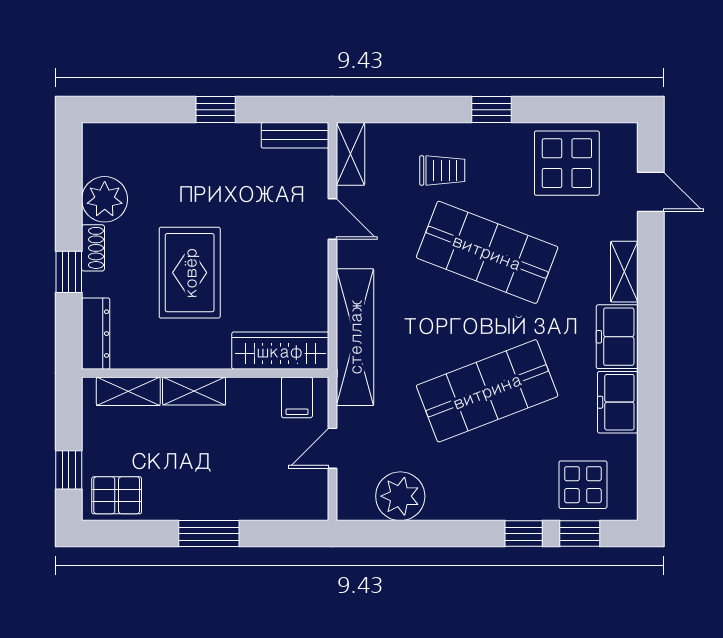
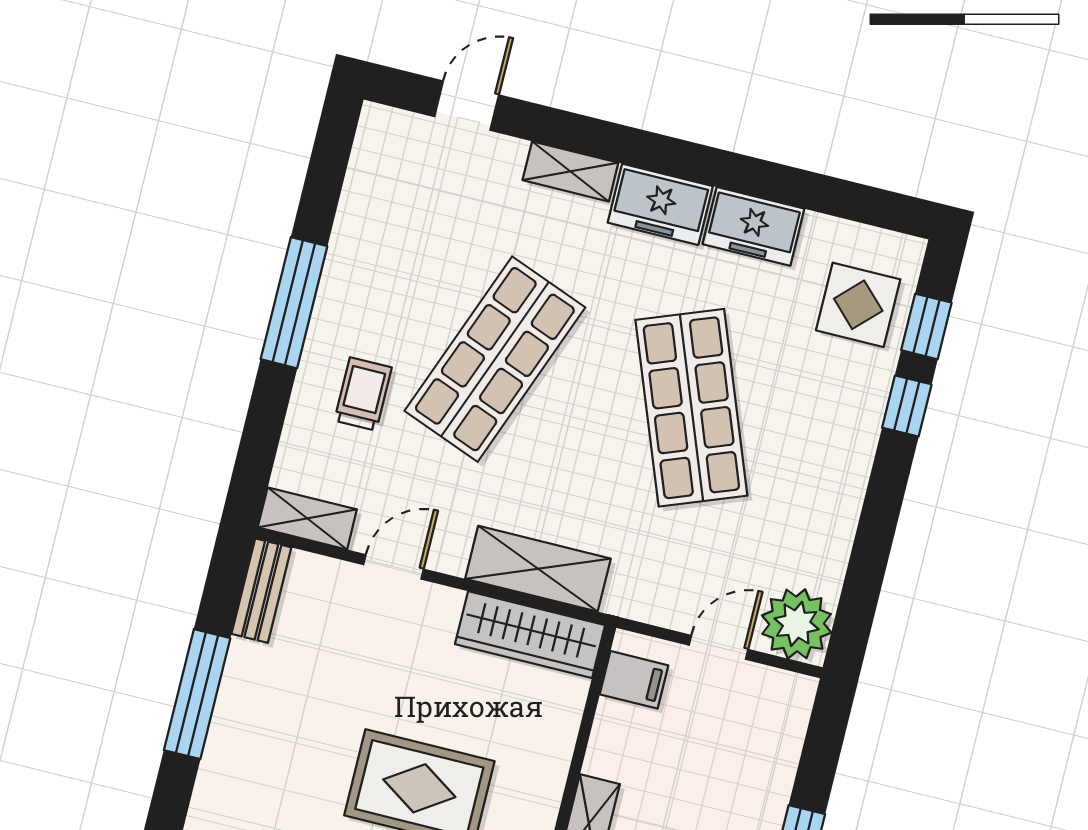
window: (216, 110) -> (197, 694), width x2.17
window: (492, 110) -> (294, 303), width x2.17
display table: (567, 163) -> (396, 215), removed
shelving: (355, 337) -> (538, 569), width x0.68
wardrobe: (280, 351) -> (530, 635), moved, turned -90
door: (332, 448) -> (719, 647), swing flipped
plant: (400, 496) -> (797, 624), moved

